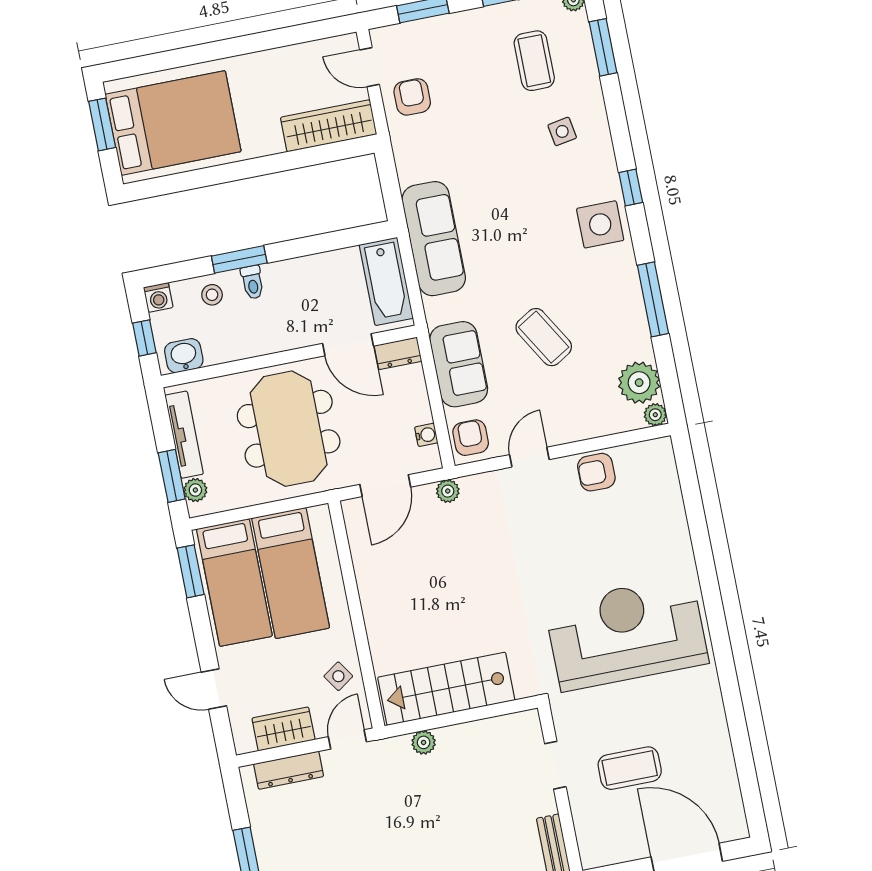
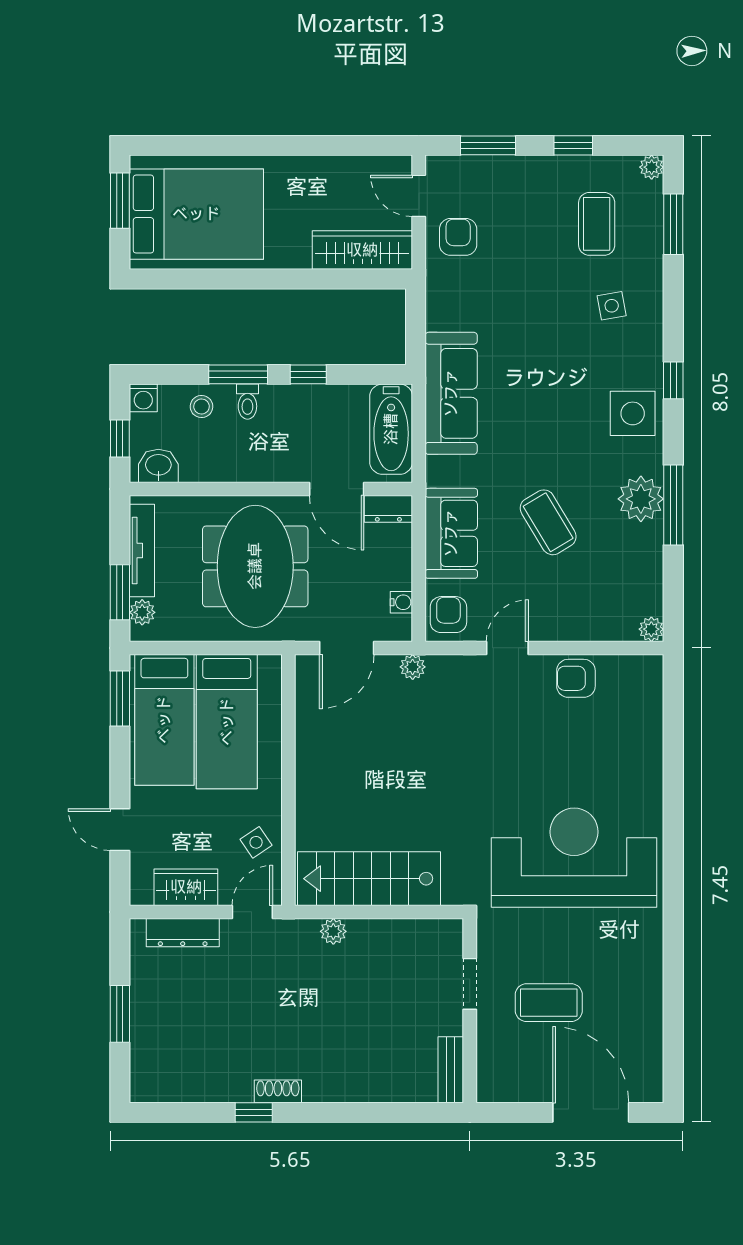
window: (302, 247) -> (308, 374), added
plant: (639, 383) -> (641, 499), moved

